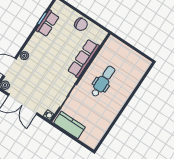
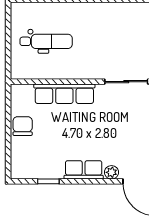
row of seats: (48, 23) -> (84, 170), moved
dental chair: (103, 81) -> (46, 41), moved, turned 180

